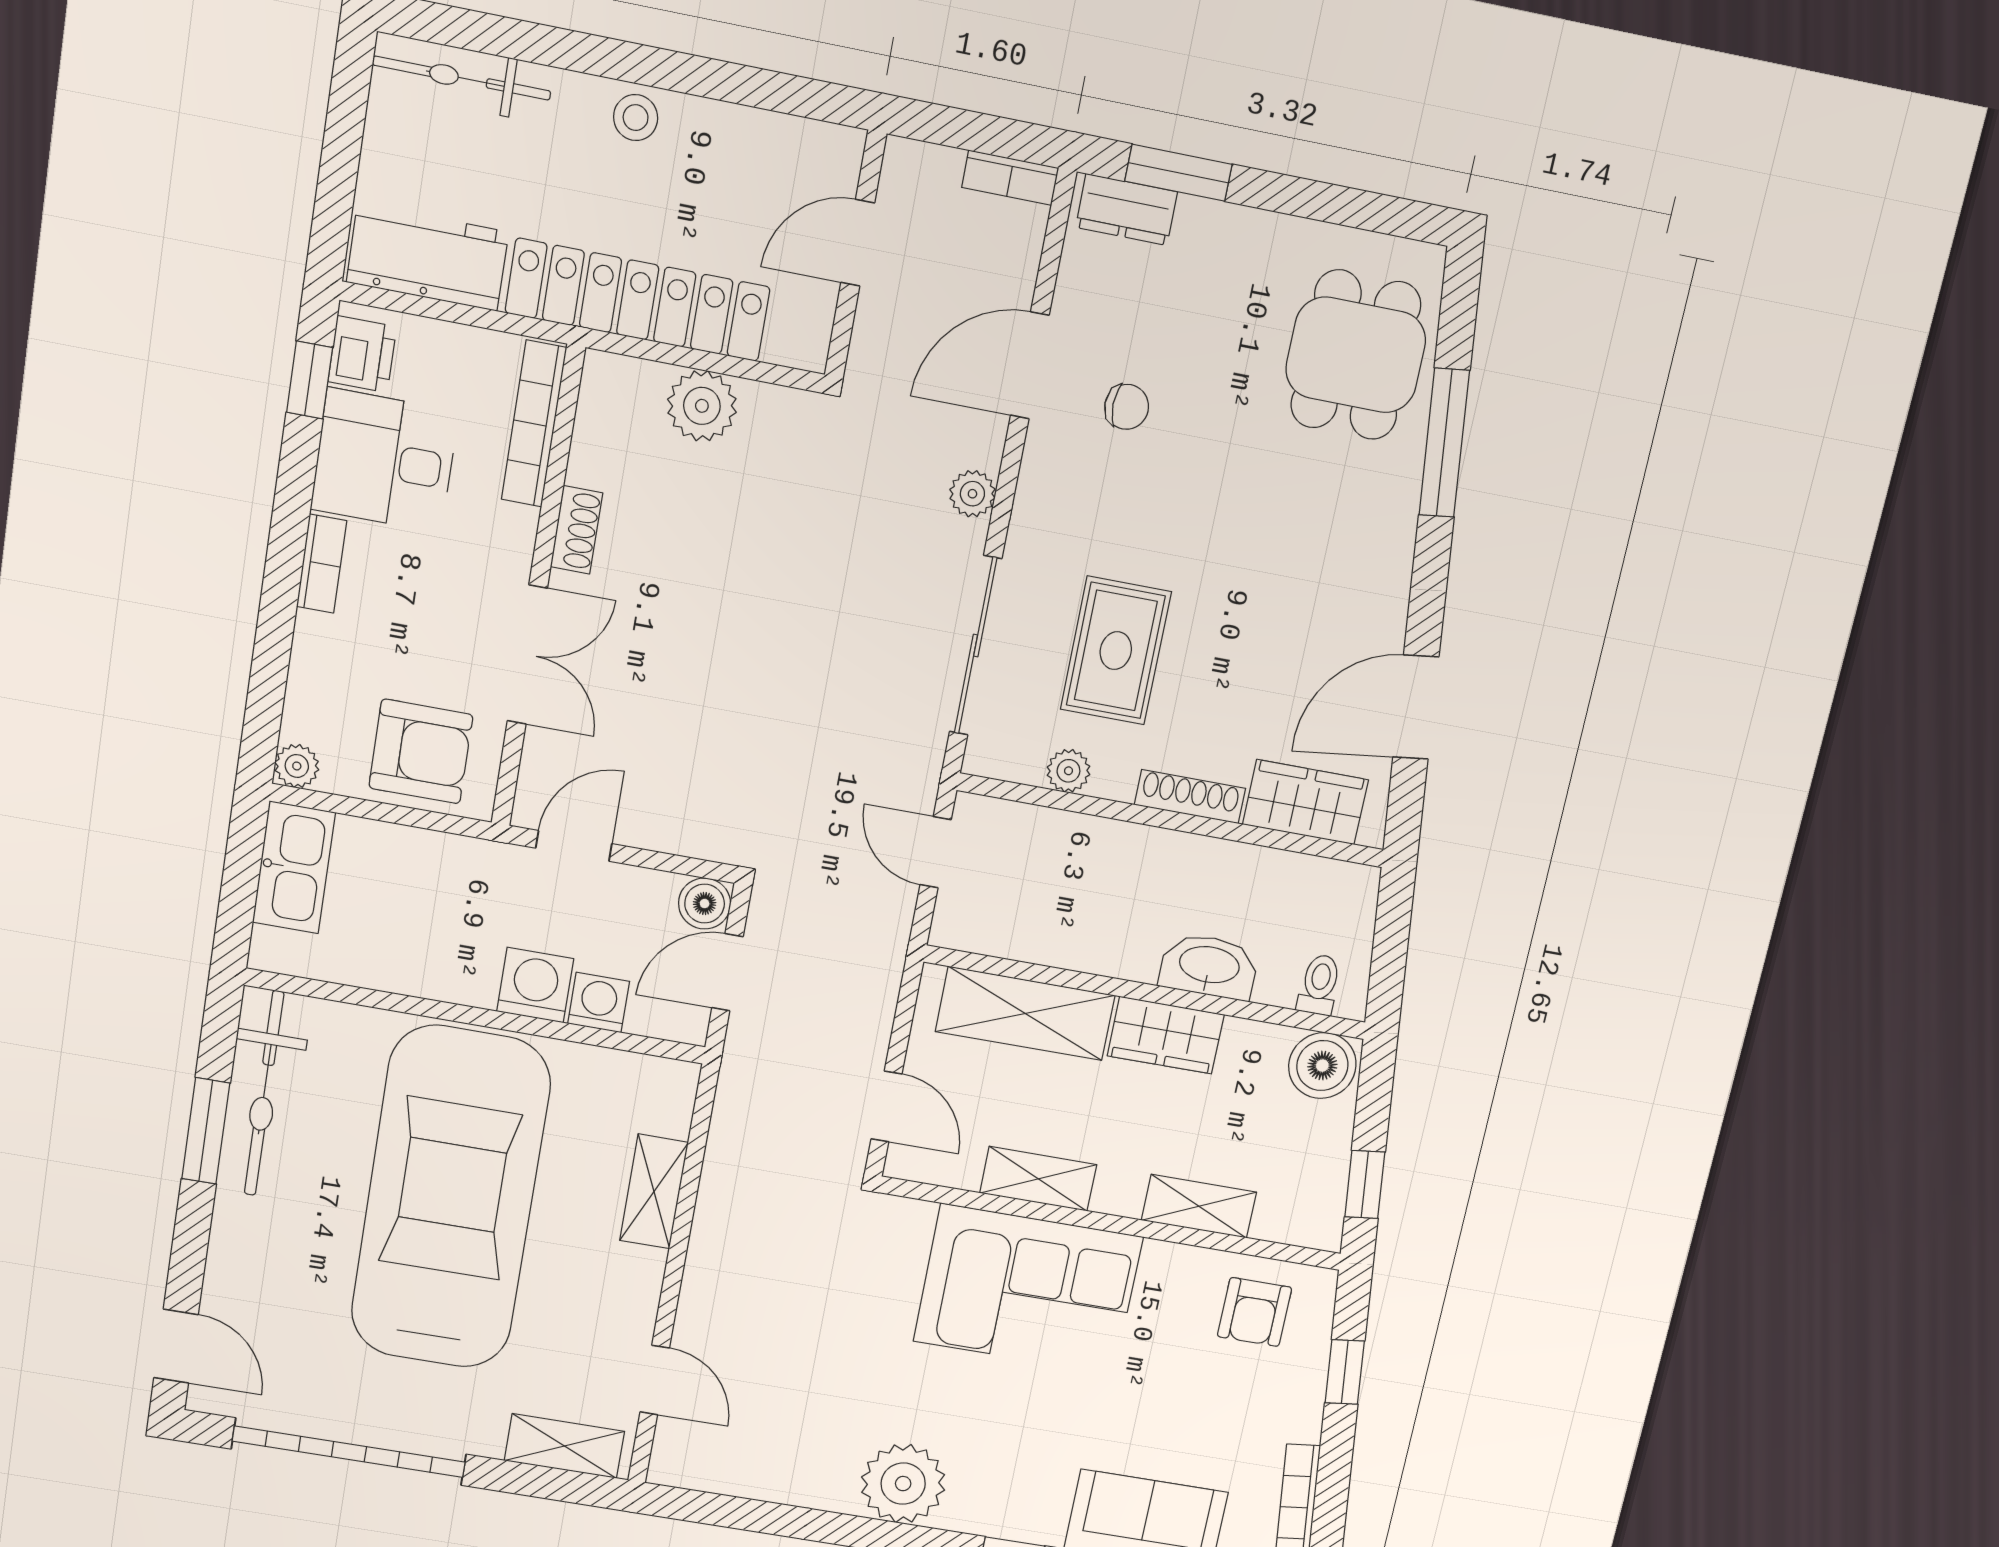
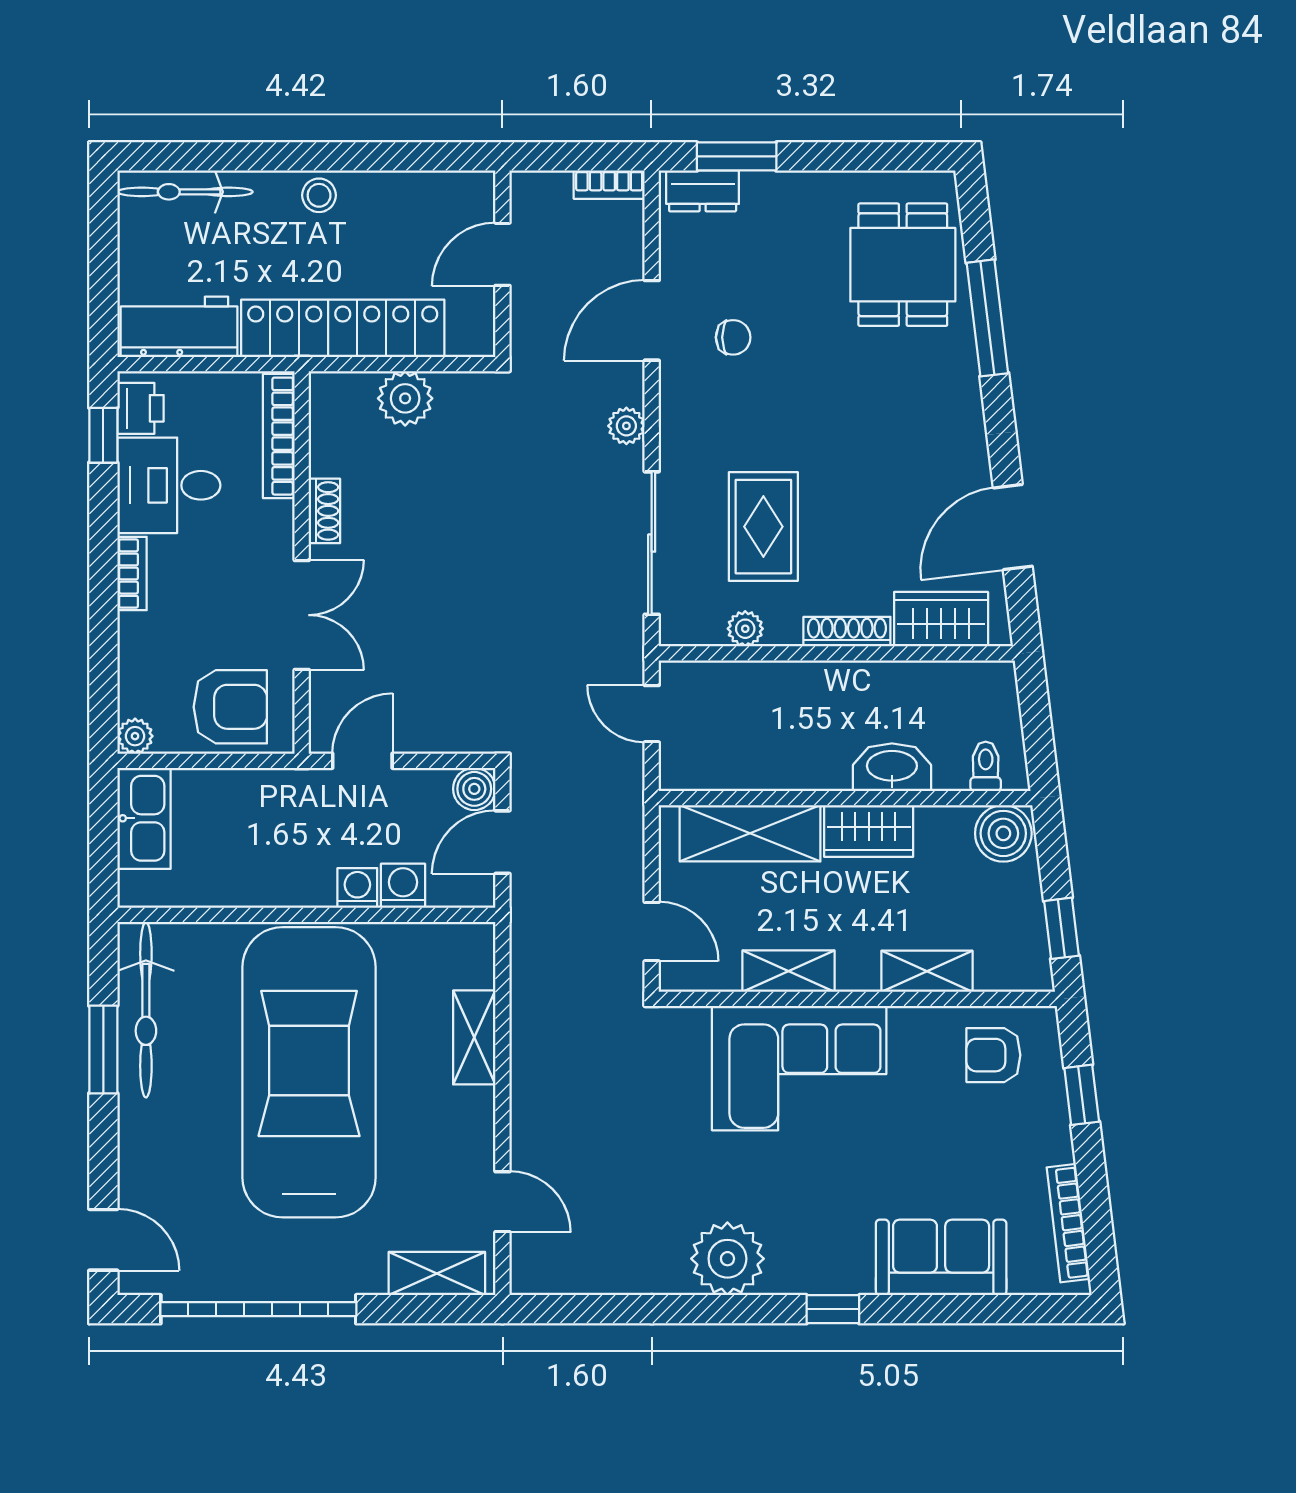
washing machine: (535, 985) -> (357, 888), width x0.73, depth x0.73
armchair: (1255, 1312) -> (993, 1055), turned 90

